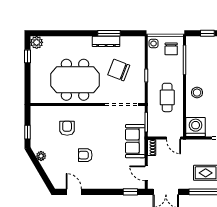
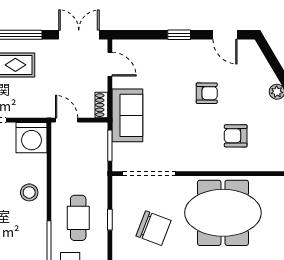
cafe table: (167, 97) -> (78, 218), moved
armchair: (67, 128) -> (236, 136), turned 90
window: (130, 192) -> (179, 35), moved

